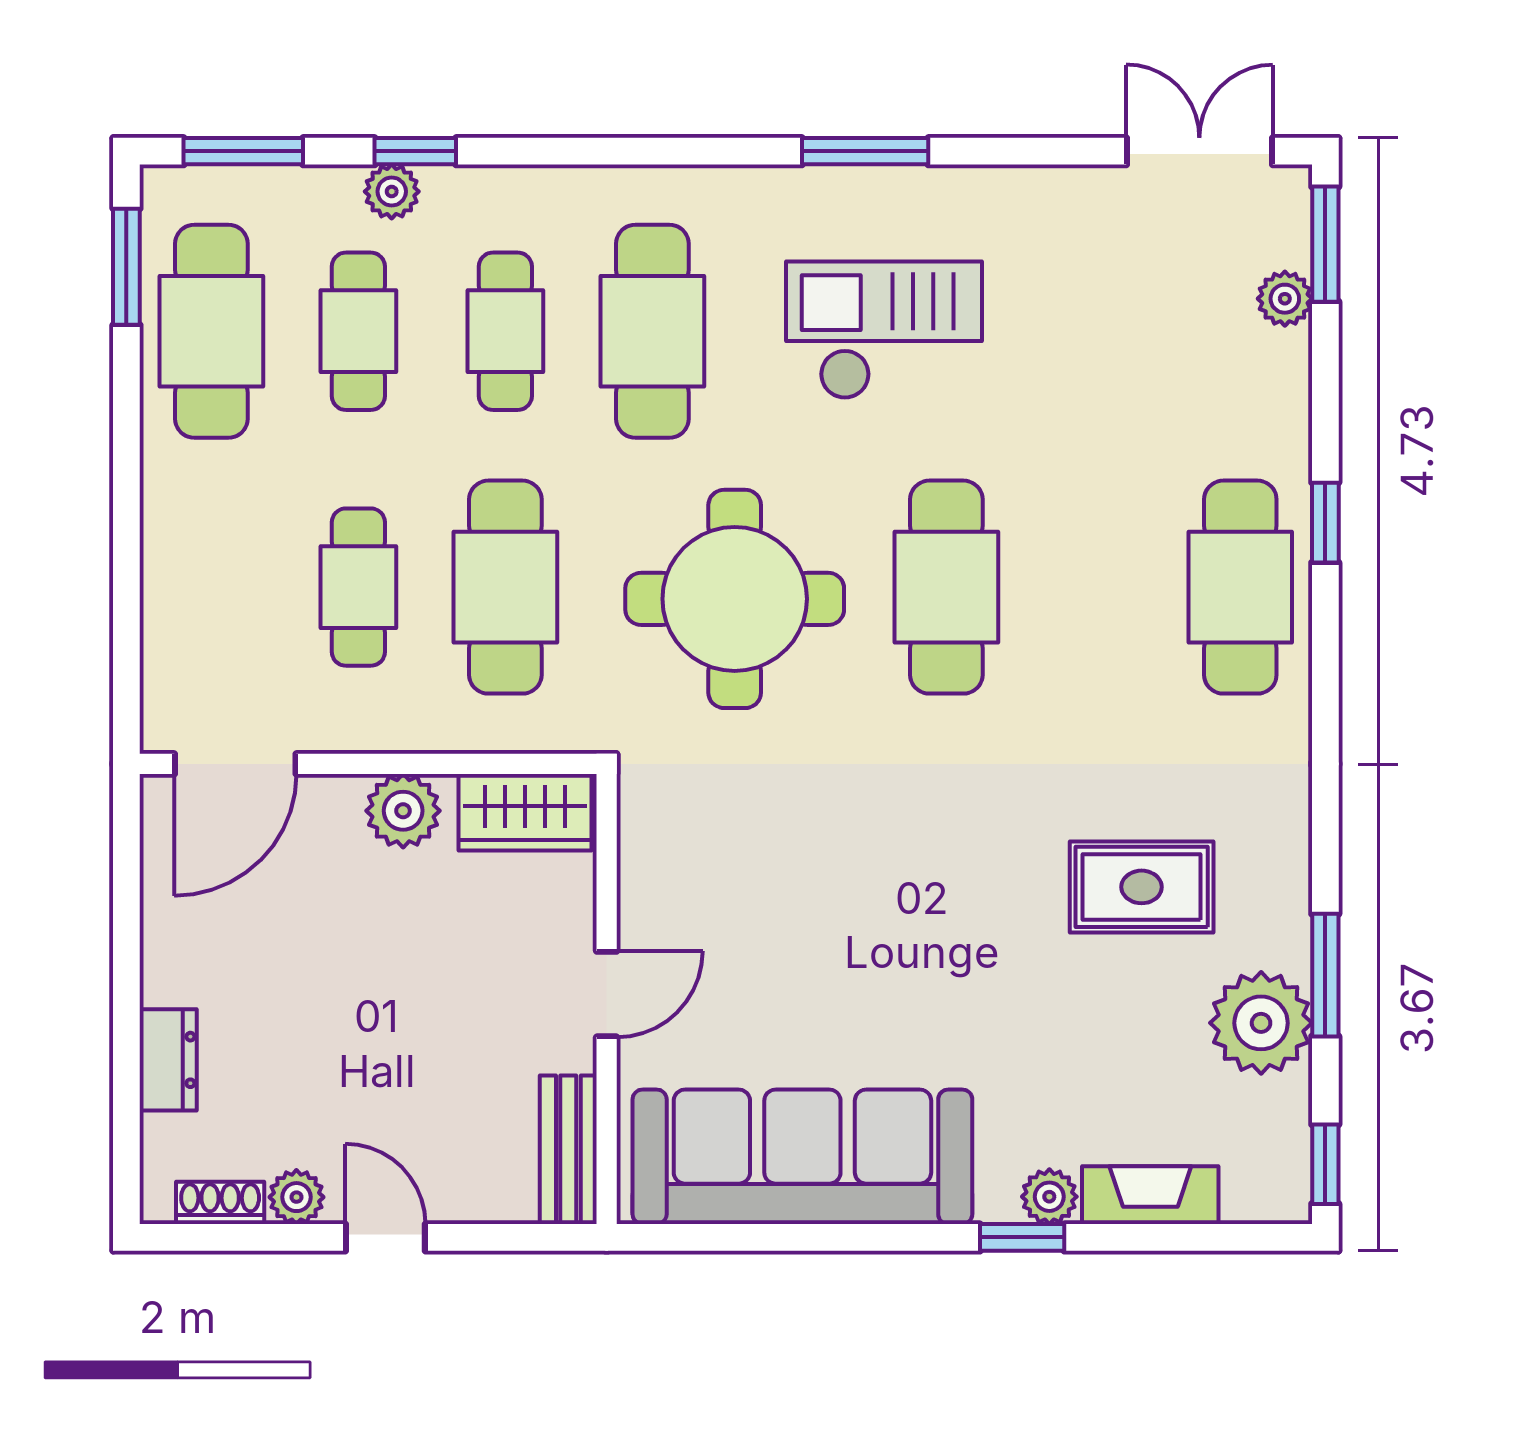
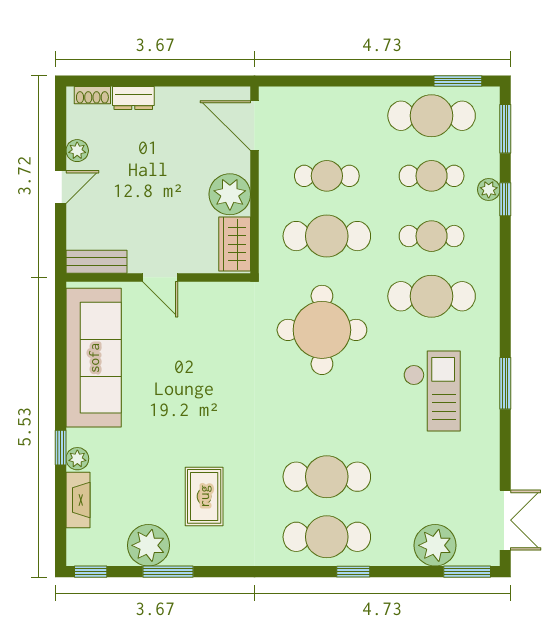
plant: (1285, 299) -> (435, 545), width x1.87, depth x1.87
cafe table: (946, 587) -> (327, 477), moved
plant: (403, 811) -> (230, 194), width x1.36, depth x1.36
shoe rack: (220, 1203) -> (92, 95), moved, turned 90

